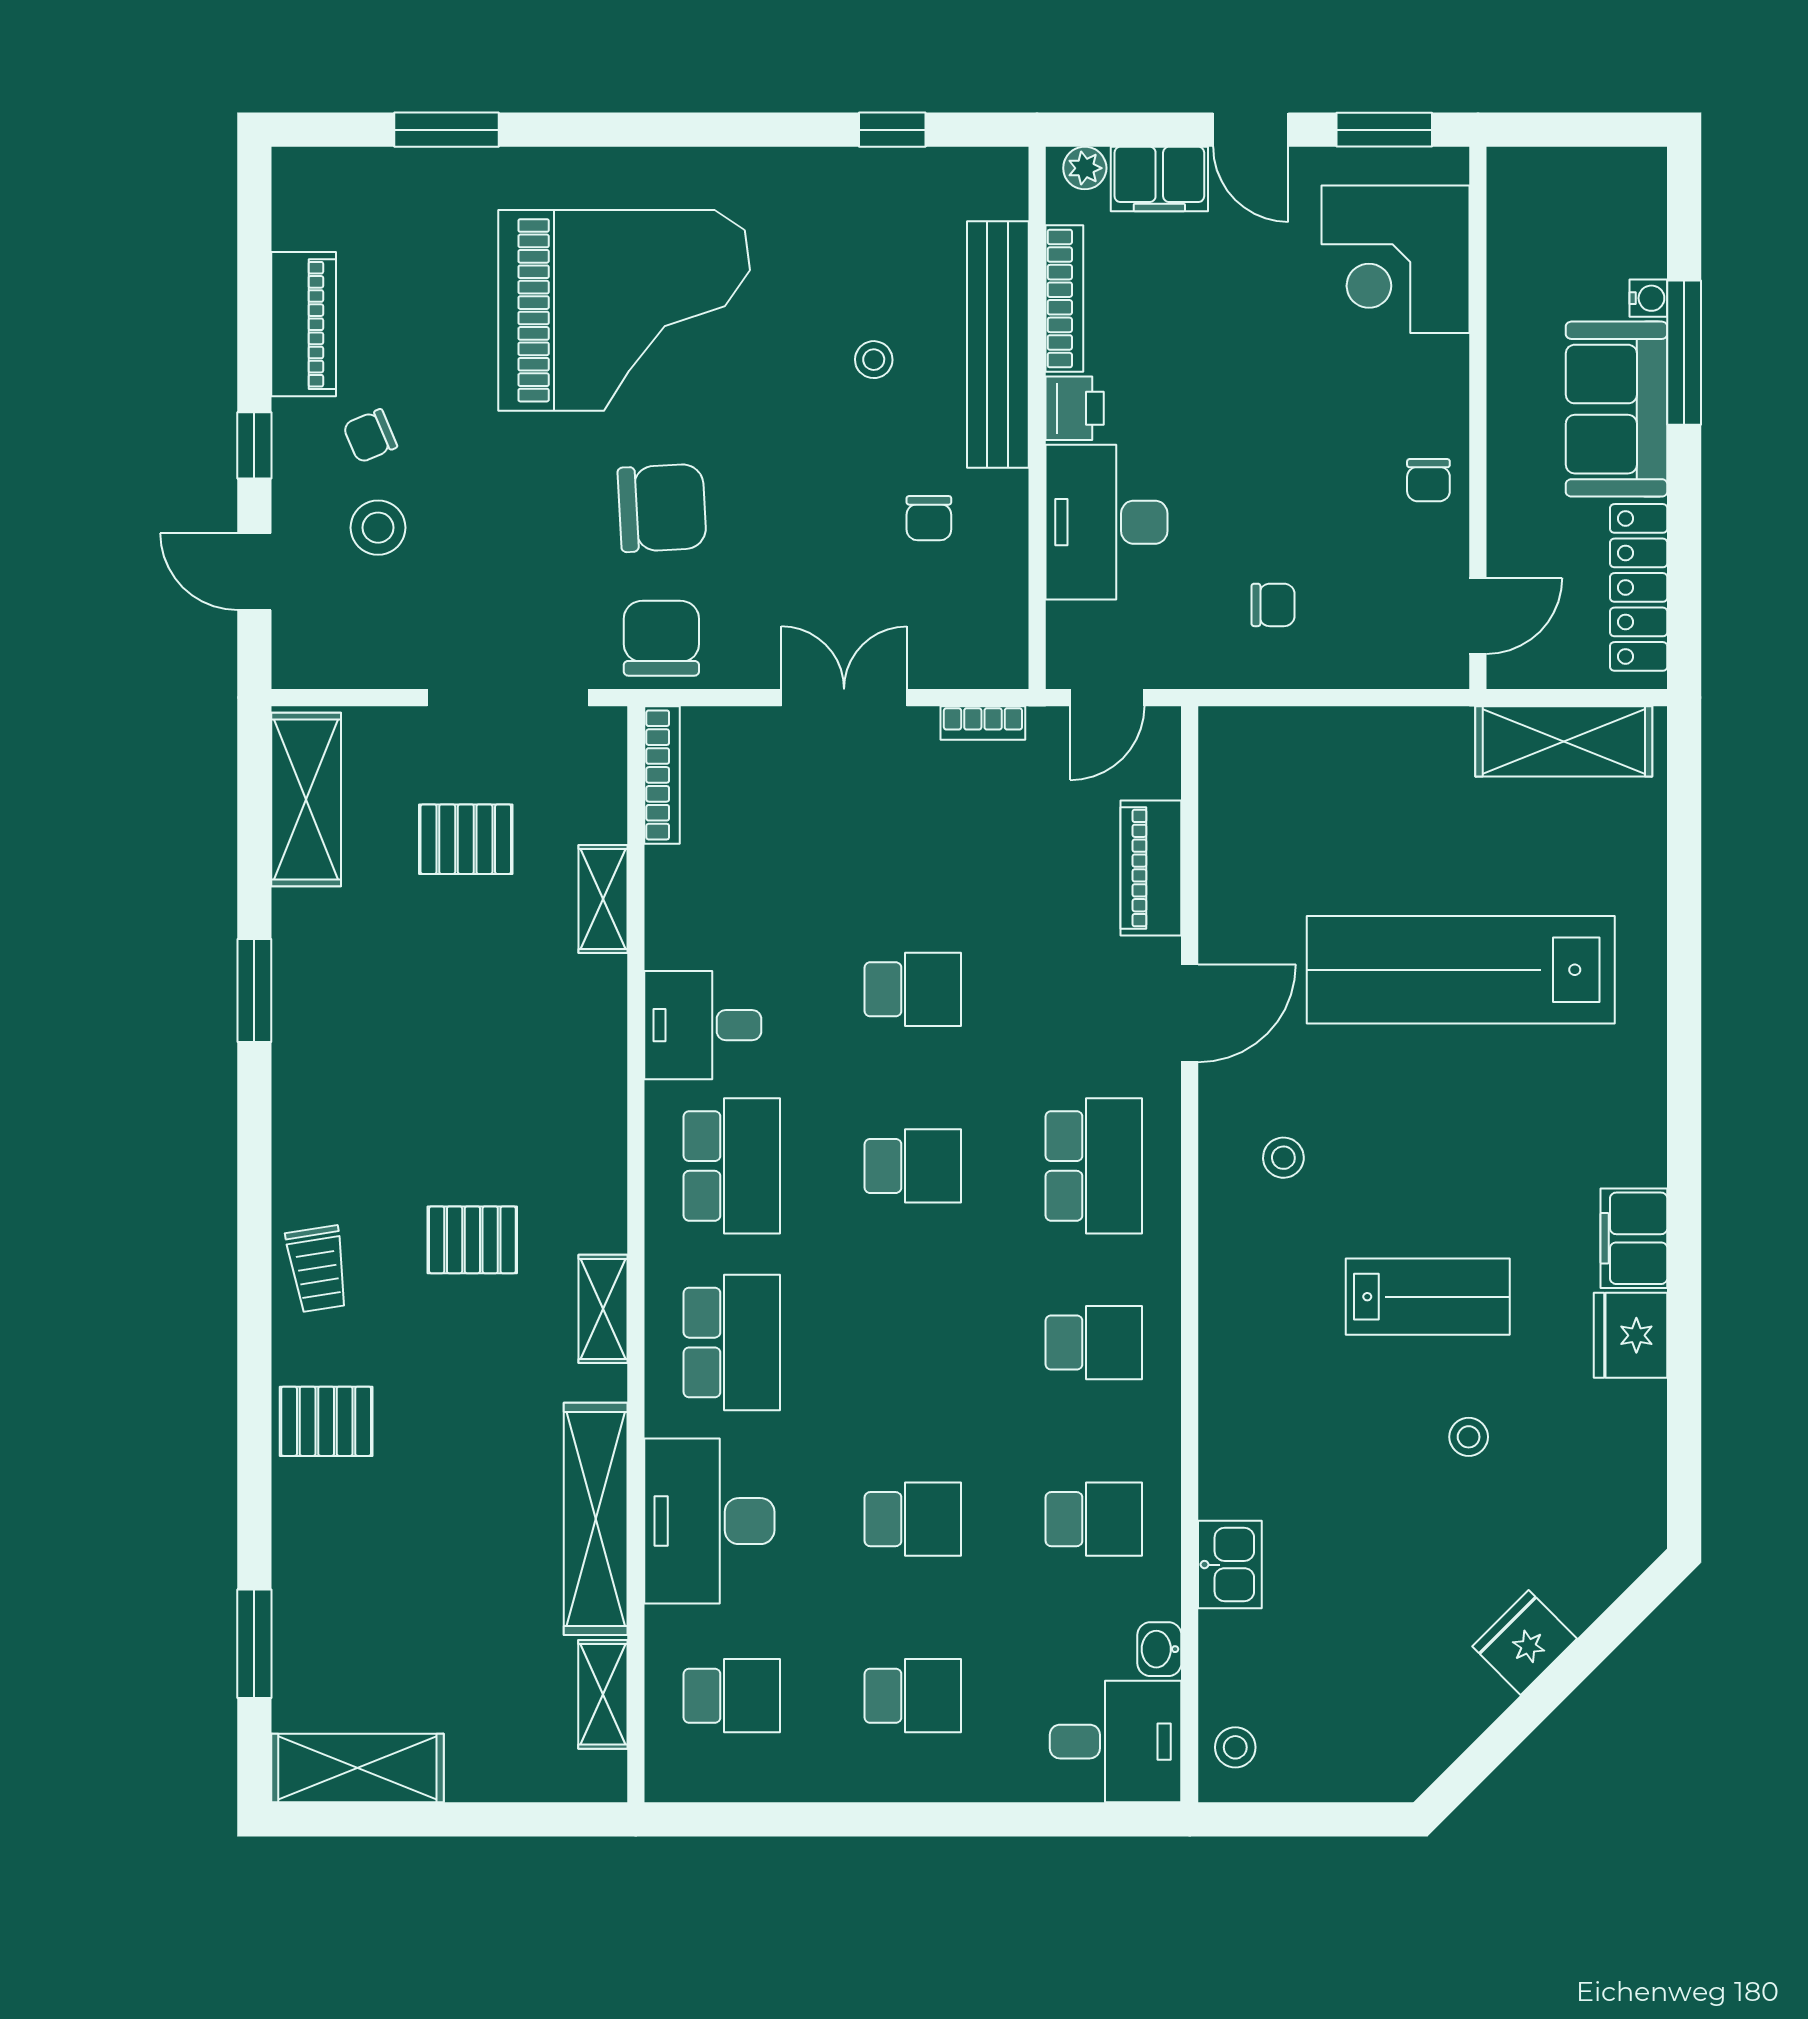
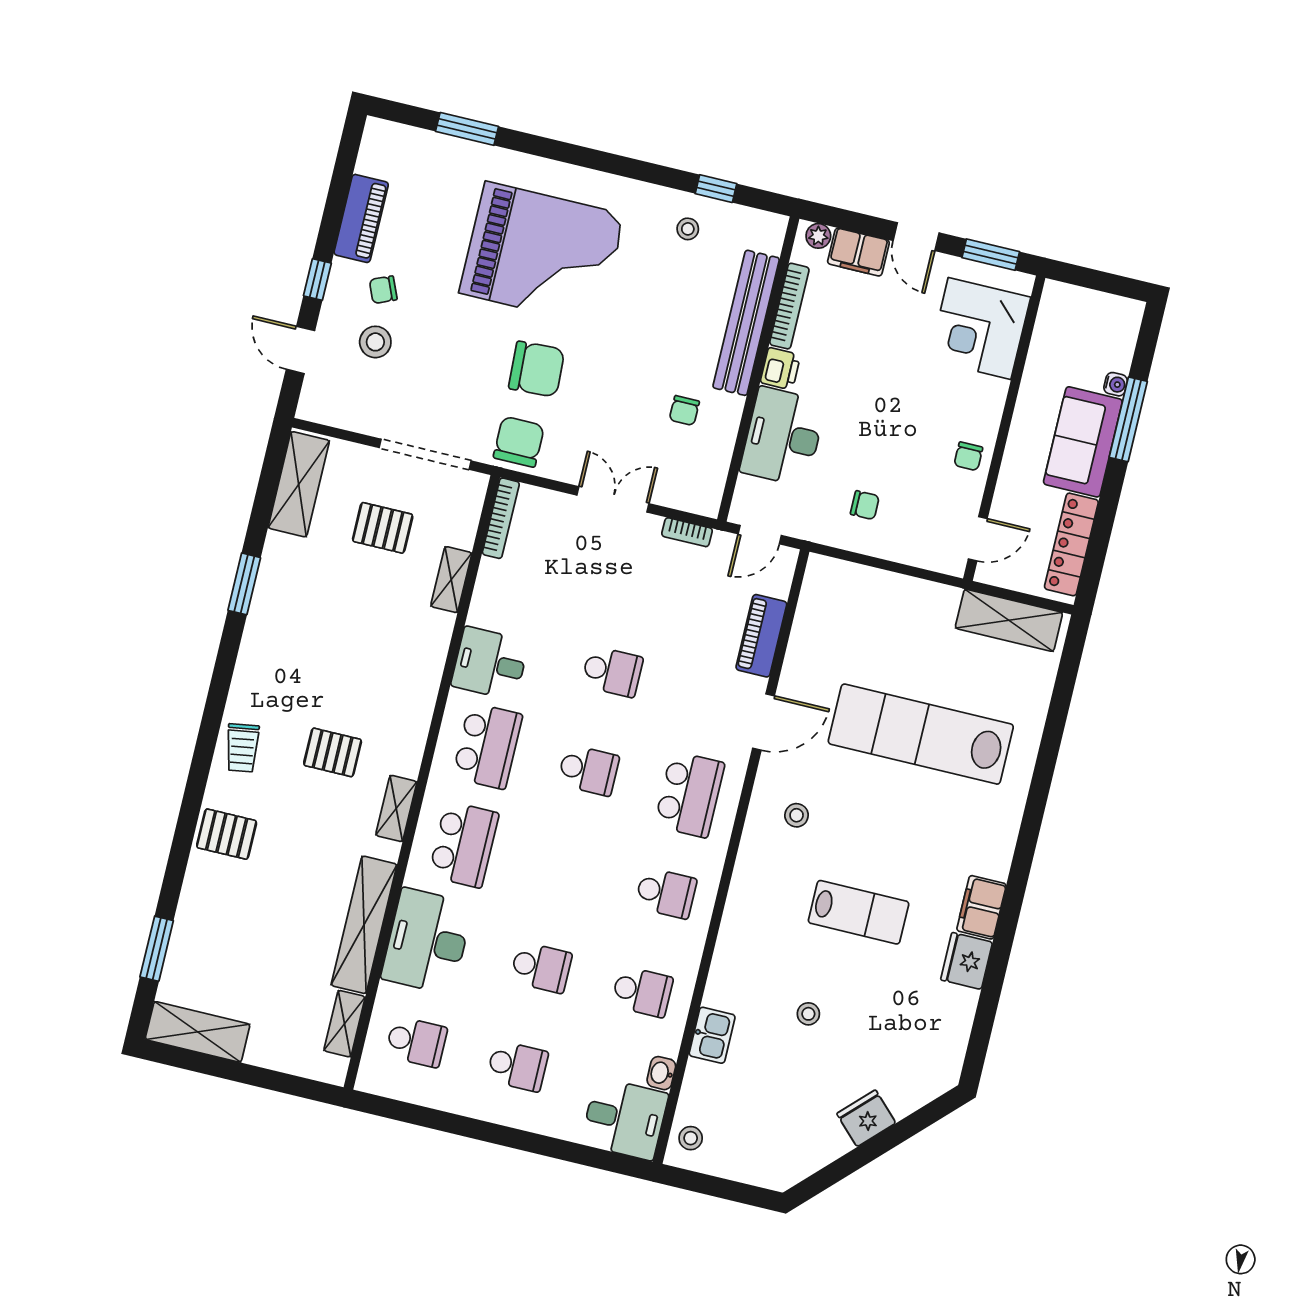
stool: (874, 360) -> (688, 229), moved
stool: (1469, 1437) -> (808, 1014), moved

